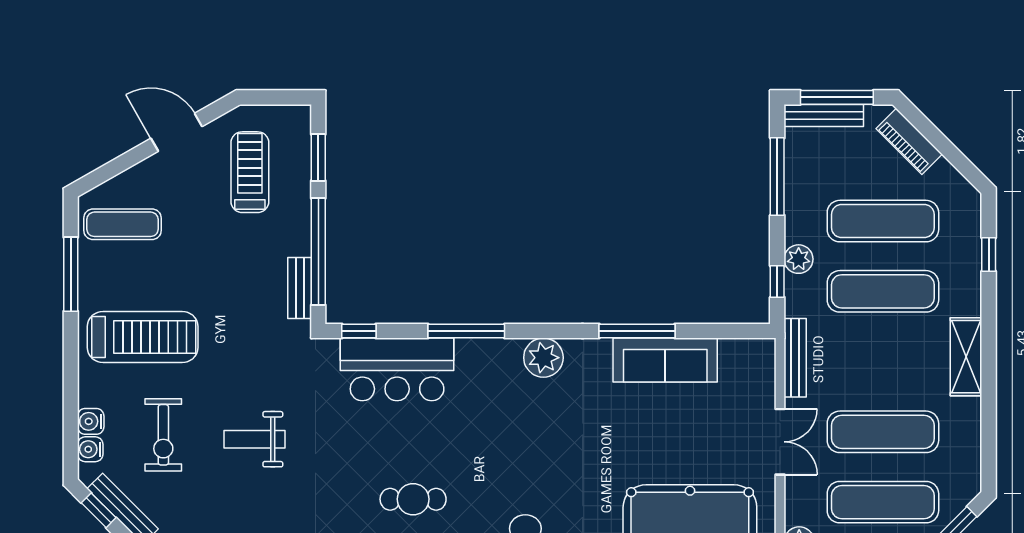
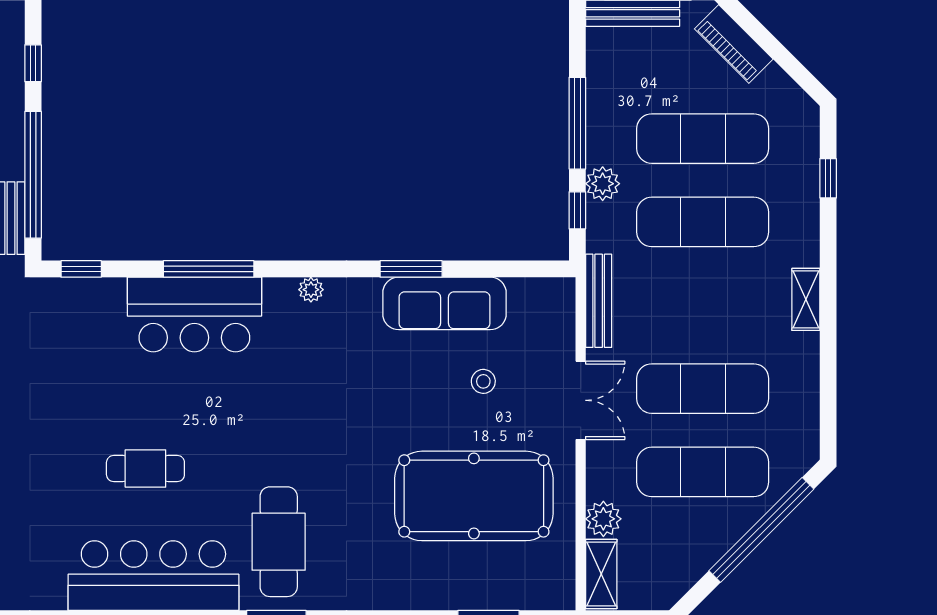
window: (318, 157) -> (33, 63), width x0.67
window: (777, 177) -> (577, 123), moved
window: (637, 331) -> (411, 269), width x0.69
shelving: (966, 357) -> (806, 299), width x0.67, depth x0.75
plant: (543, 358) -> (311, 290), width x0.53, depth x0.53
bar counter: (397, 369) -> (194, 315), moved
stool: (698, 426) -> (483, 381), added

